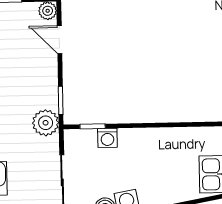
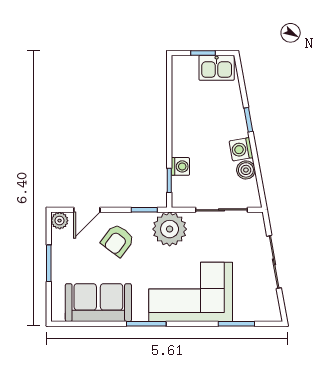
armchair: (28, 73) -> (118, 240), added
plant: (46, 123) -> (170, 229), width x1.36, depth x1.36

